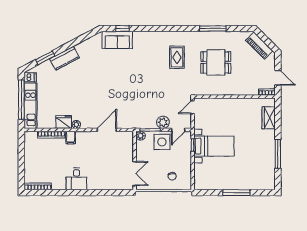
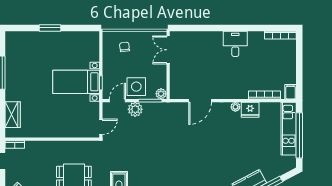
dishwasher: (30, 77) -> (289, 161), removed
filing cabinet: (71, 138) -> (291, 92), moved
window: (236, 193) -> (50, 28), width x0.69

